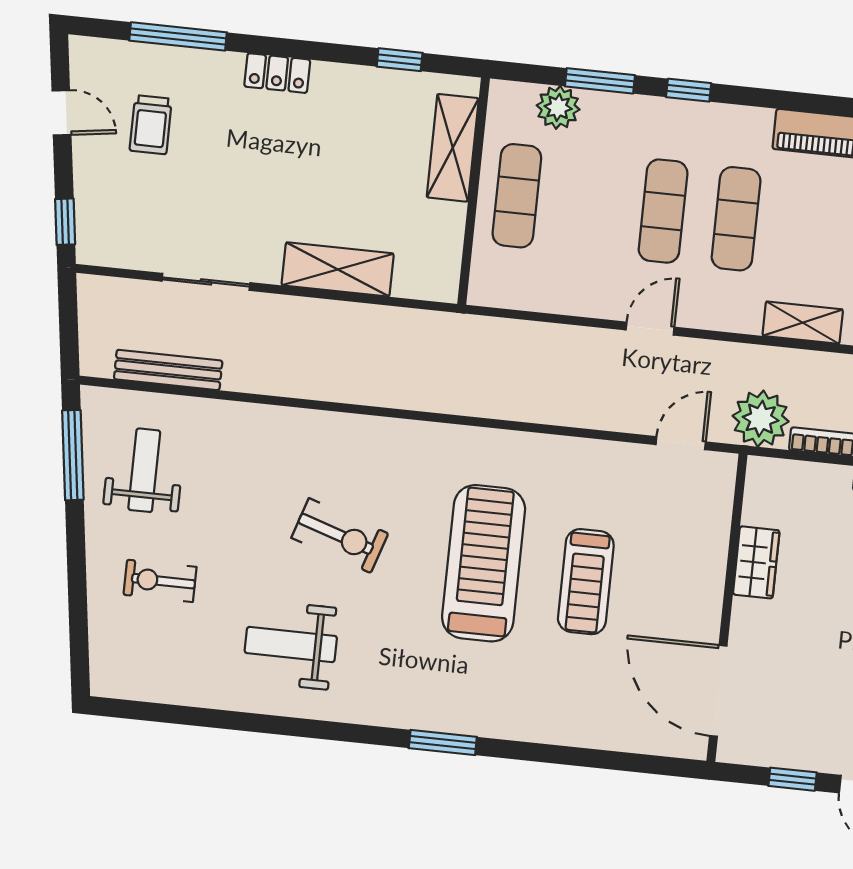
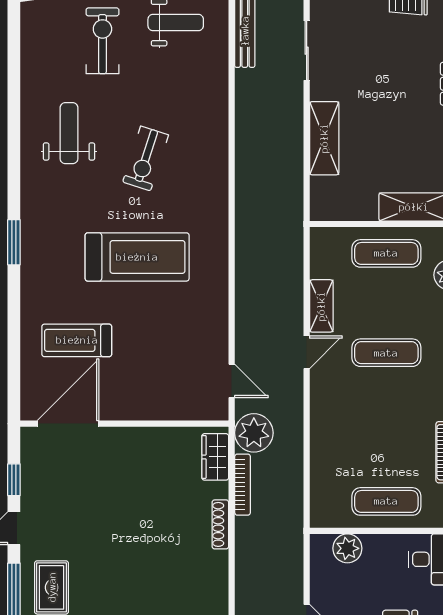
exercise mat: (736, 219) -> (386, 402), removed
shelving: (803, 323) -> (321, 306), moved
door: (650, 329) -> (307, 352), hinge flipped
wardrobe: (756, 562) -> (215, 457), moved, turned 90
exercise bike: (160, 581) -> (102, 41), width x1.38, depth x1.39
treadmill: (586, 582) -> (77, 340), moved

